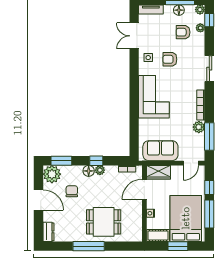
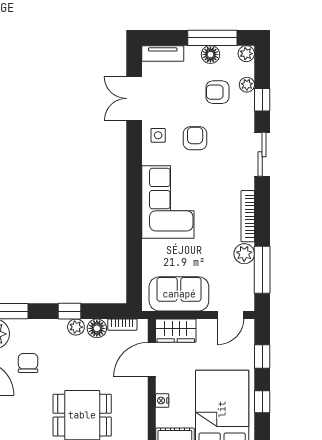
window: (209, 20) -> (262, 100), moved
armchair: (170, 59) -> (195, 138), turned 90
floor lamp: (89, 171) -> (97, 328), moved
window: (209, 214) -> (262, 402), width x0.46

